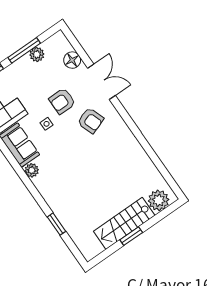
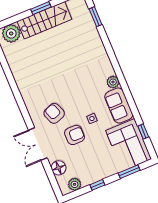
window: (24, 50) -> (97, 185), width x0.46
plant: (37, 54) -> (75, 184), moved
window: (56, 224) -> (95, 17), moved

